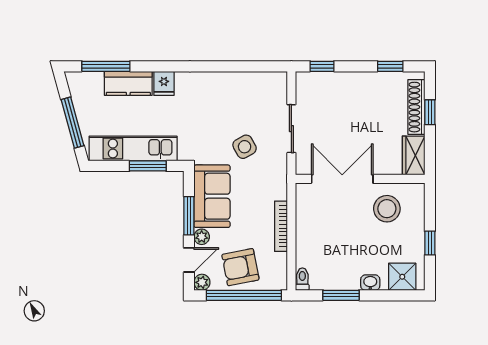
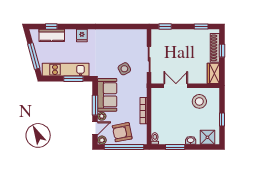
window: (106, 66) -> (51, 26), width x0.46
kitchen counter: (128, 83) -> (52, 35), moved
double door: (342, 179) -> (176, 86), width x0.73

